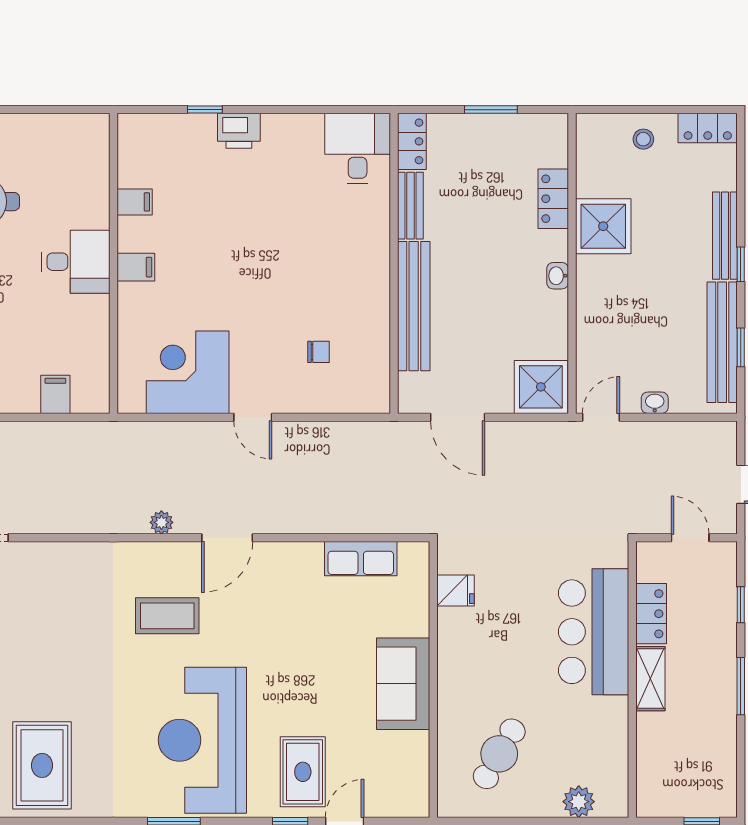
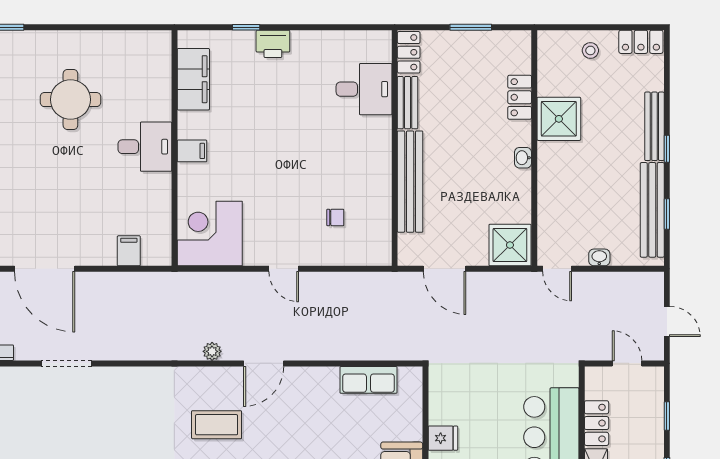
desk: (358, 149) -> (364, 89), moved, turned 90
filing cabinet: (135, 202) -> (193, 79), width x3.00, depth x1.17
corner desk: (188, 372) -> (210, 234), moved
door: (601, 417) -> (557, 269), swing flipped
fridge: (456, 591) -> (443, 438), moved

